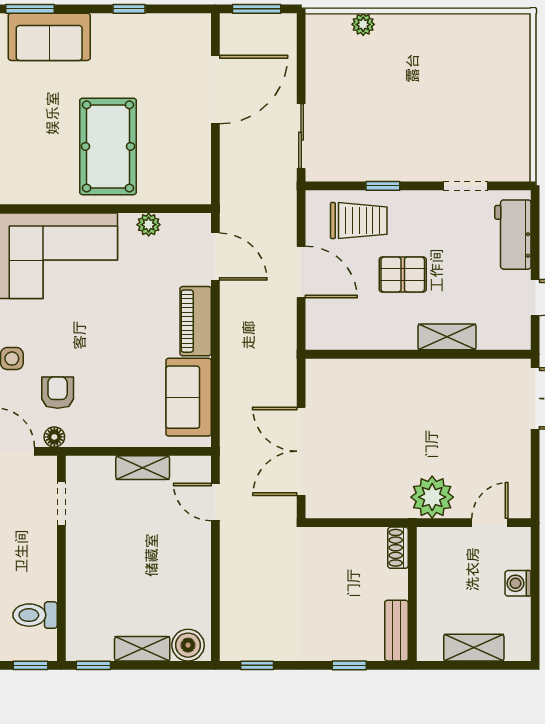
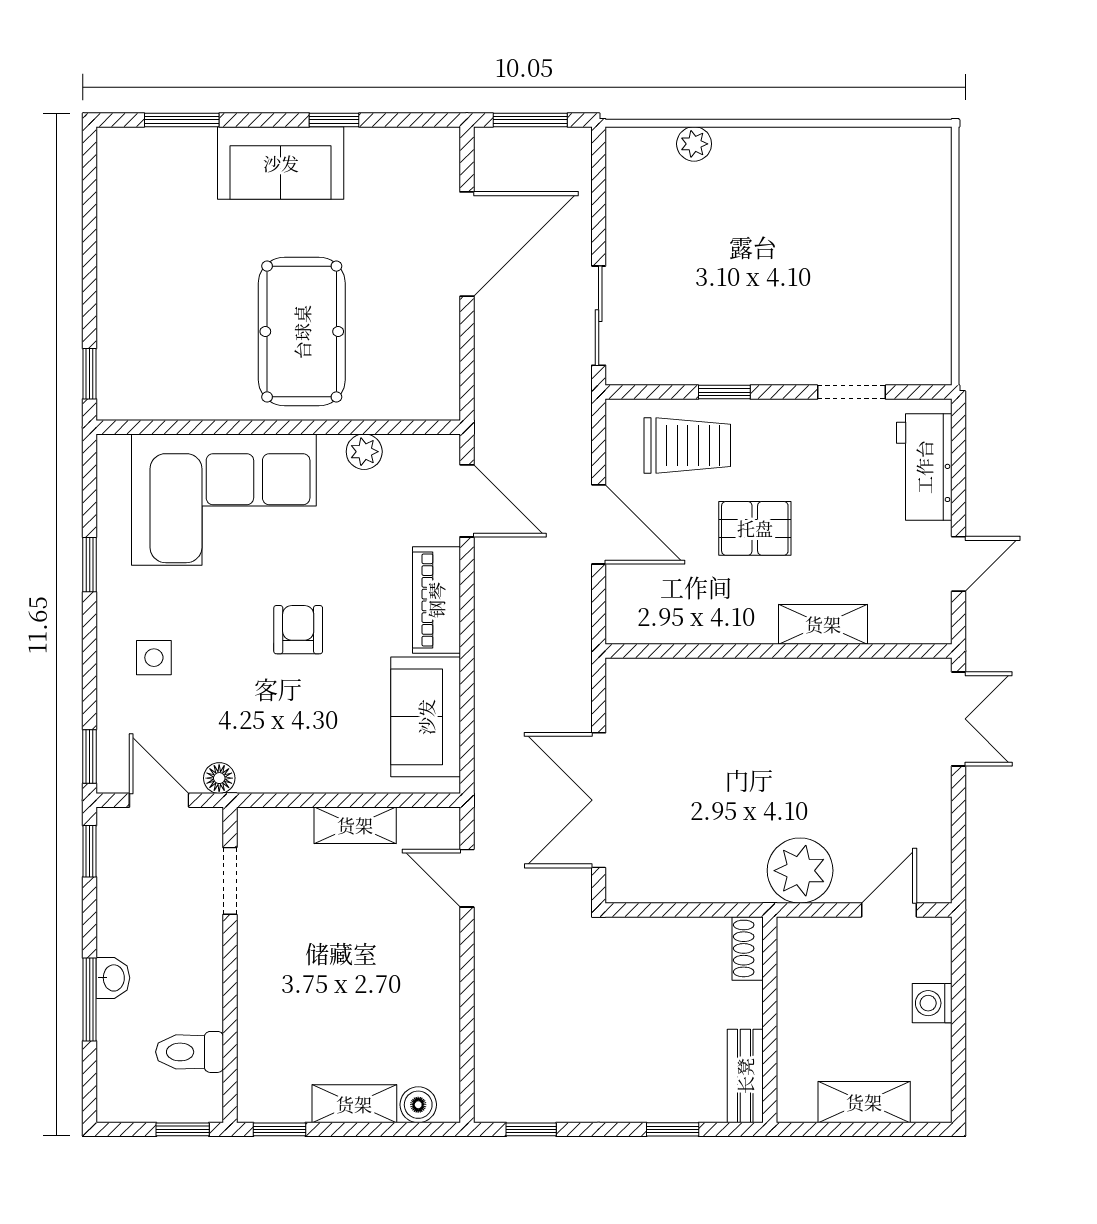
sofa: (49, 37) -> (281, 163), moved
armchair: (58, 393) -> (298, 630), moved
boiler: (188, 645) -> (418, 1105), width x0.73, depth x0.73

